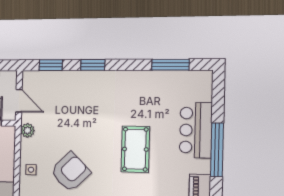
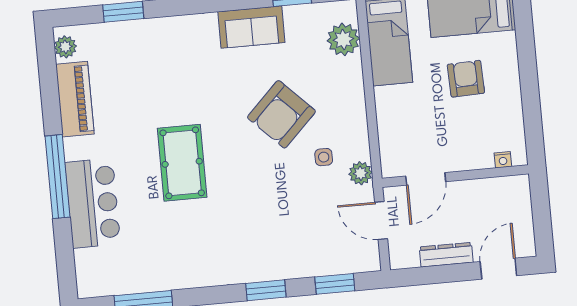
side table: (31, 170) -> (324, 157), moved

